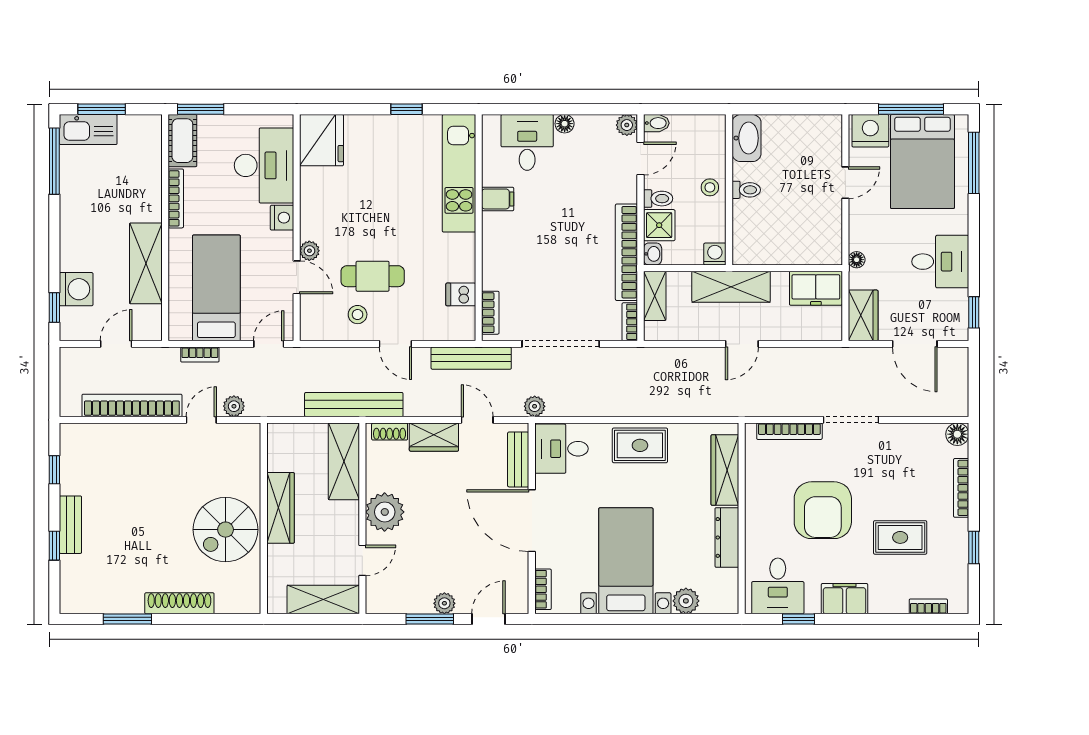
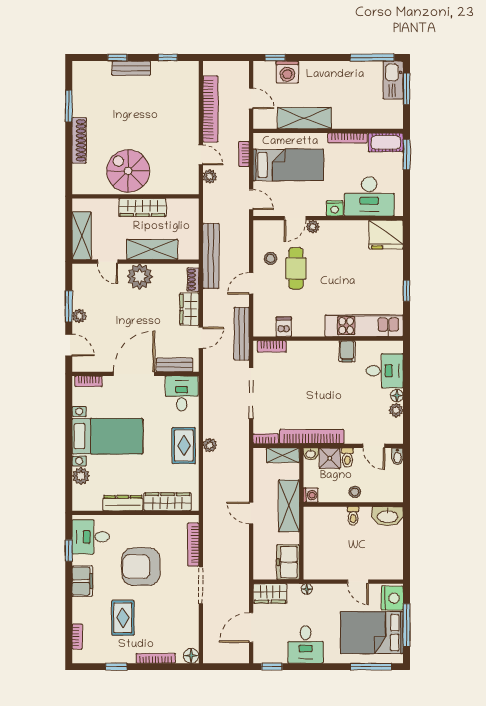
plant: (627, 125) -> (396, 410), moved
plant: (535, 406) -> (210, 445), moved
shelving: (344, 461) -> (152, 249), moved

